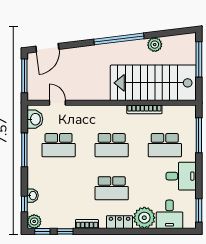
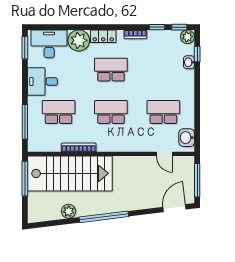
window: (199, 59) -> (25, 179), moved
window: (24, 150) -> (197, 107), removed
desk: (169, 214) -> (49, 44), width x1.37

